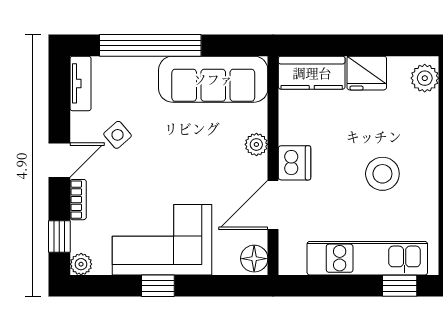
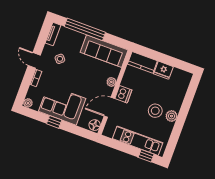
plant: (425, 78) -> (172, 116), moved
door: (59, 160) -> (34, 60), swing flipped
window: (59, 236) -> (24, 89), removed

